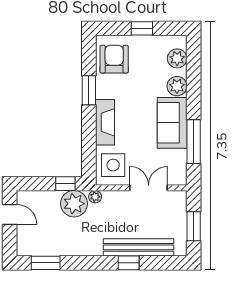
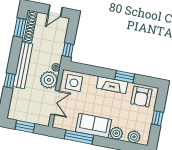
armchair: (114, 59) -> (141, 97), turned 90
fireplace: (105, 122) -> (112, 85), moved
plant: (74, 204) -> (49, 80), moved
bench: (138, 247) -> (23, 65), moved
shoe rack: (41, 249) -> (30, 26), added

